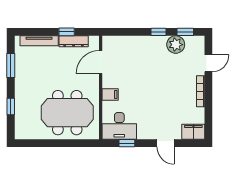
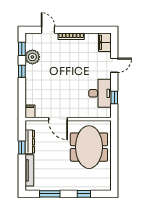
door: (101, 62) -> (58, 119), moved
filing cabinet: (110, 94) -> (30, 111), moved
desk: (119, 126) -> (100, 93), moved

